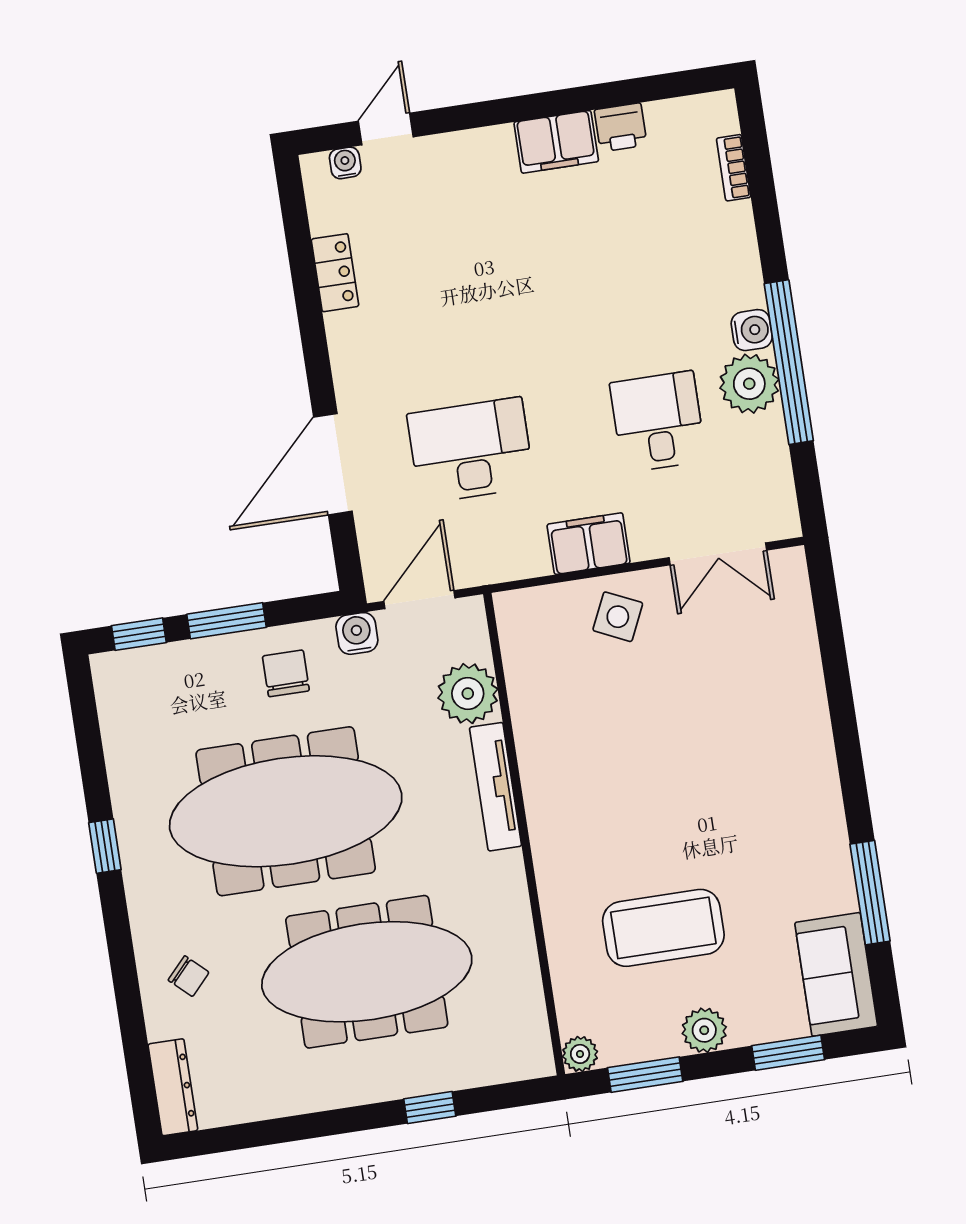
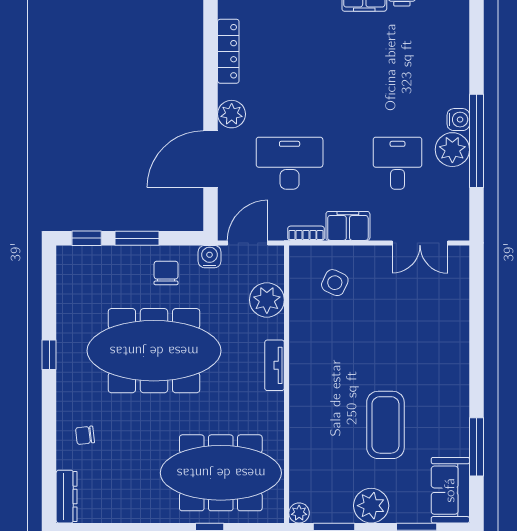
bookcase: (734, 168) -> (306, 233), moved, turned 90
locker: (335, 273) -> (228, 51), width x1.53
plant: (357, 381) -> (232, 114), added
side table: (618, 617) -> (335, 283), moved
tv unit: (496, 787) -> (274, 365), width x0.71
coffee table: (663, 928) -> (385, 425), moved, turned 90
meeting table: (367, 972) -> (221, 473), moved
chair: (189, 976) -> (85, 435), turned 130
plant: (704, 1030) -> (371, 506), width x1.36, depth x1.36

